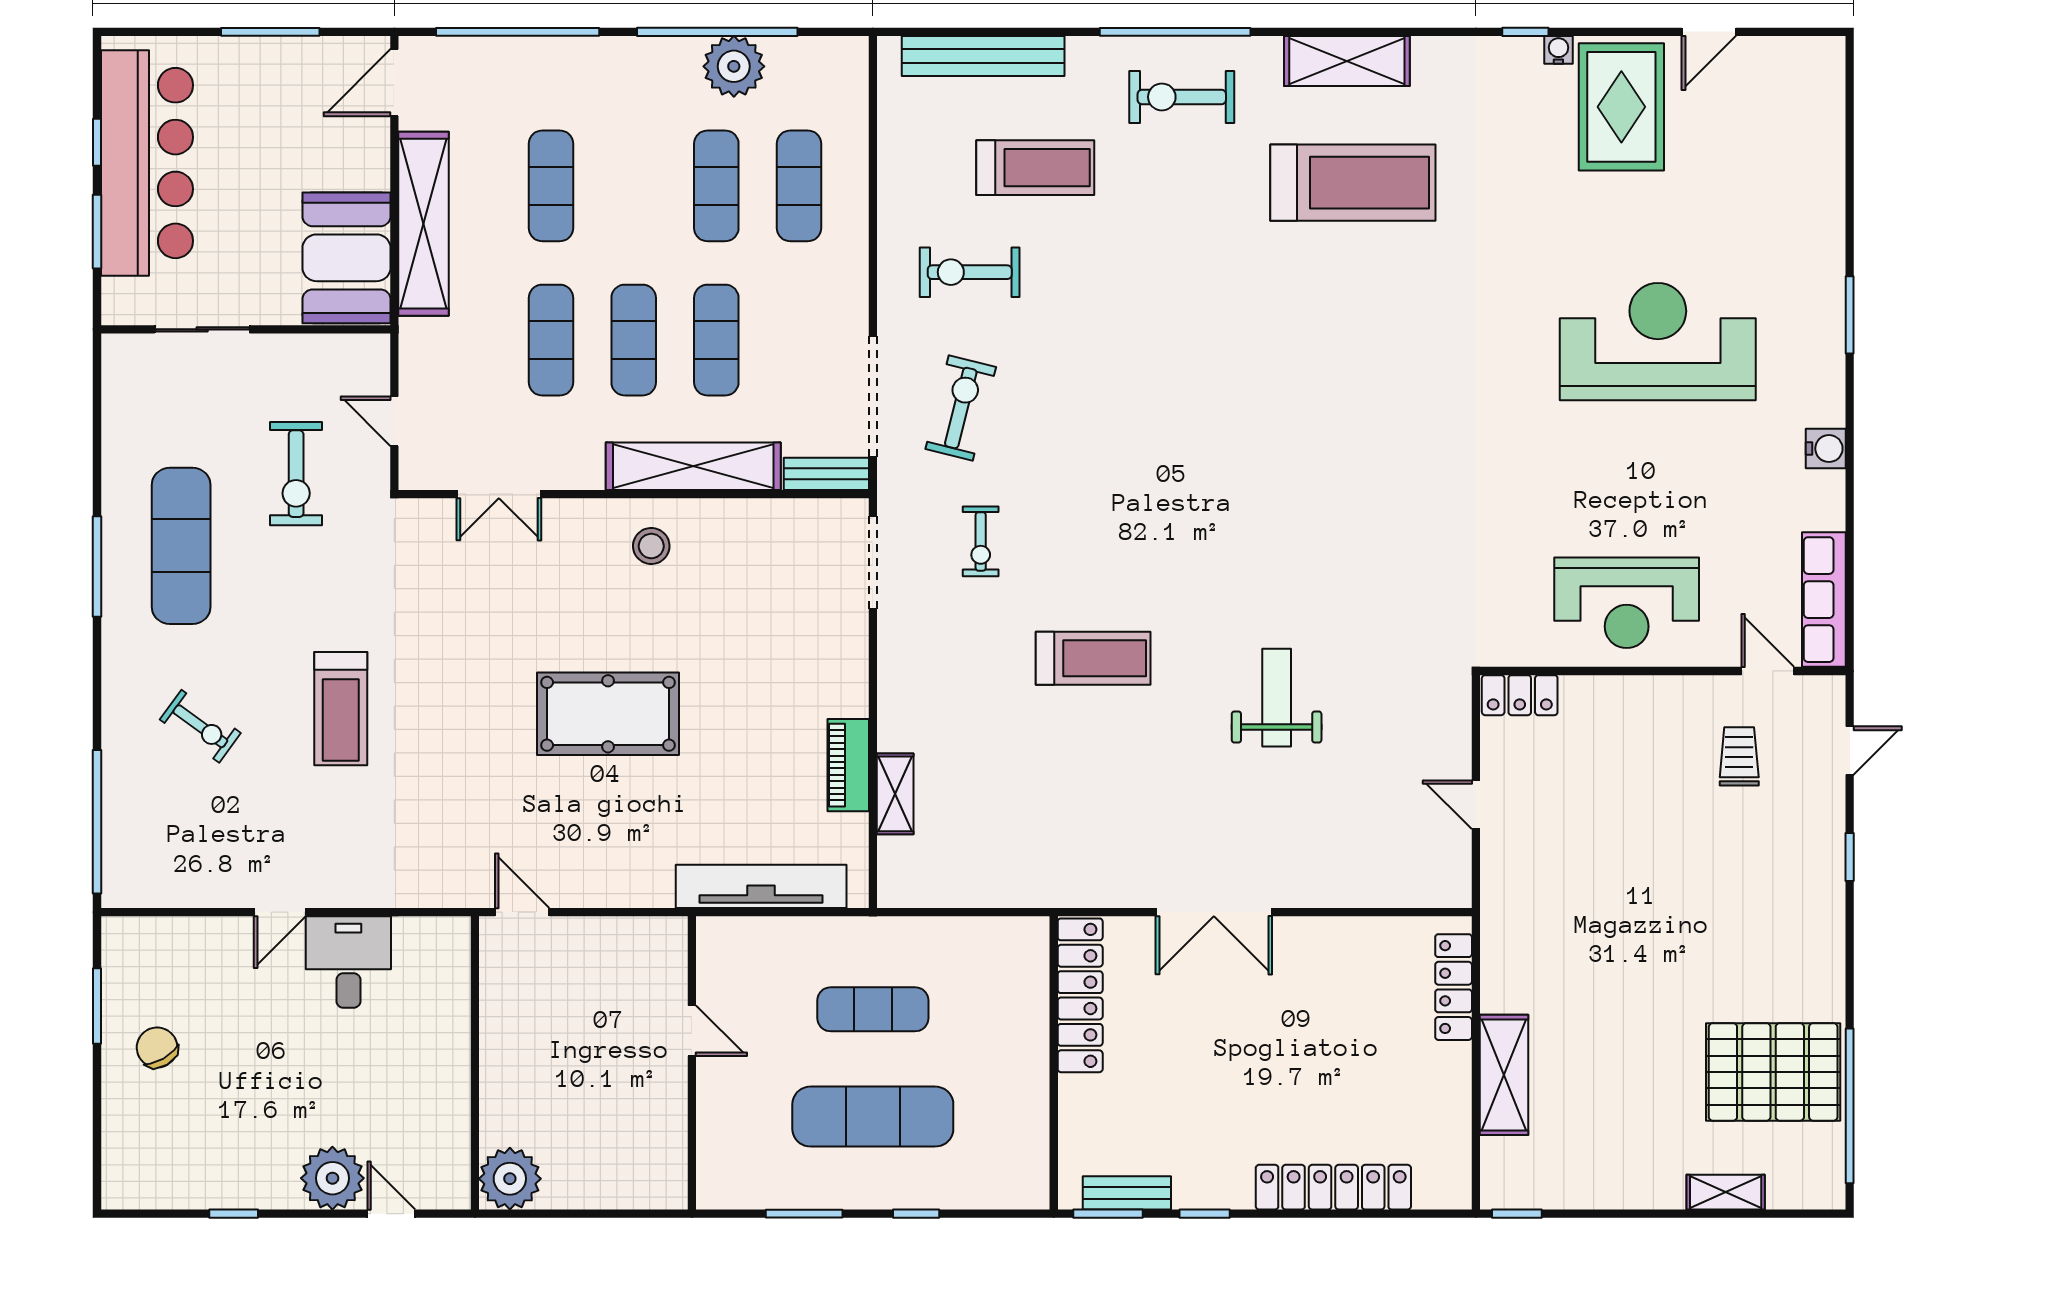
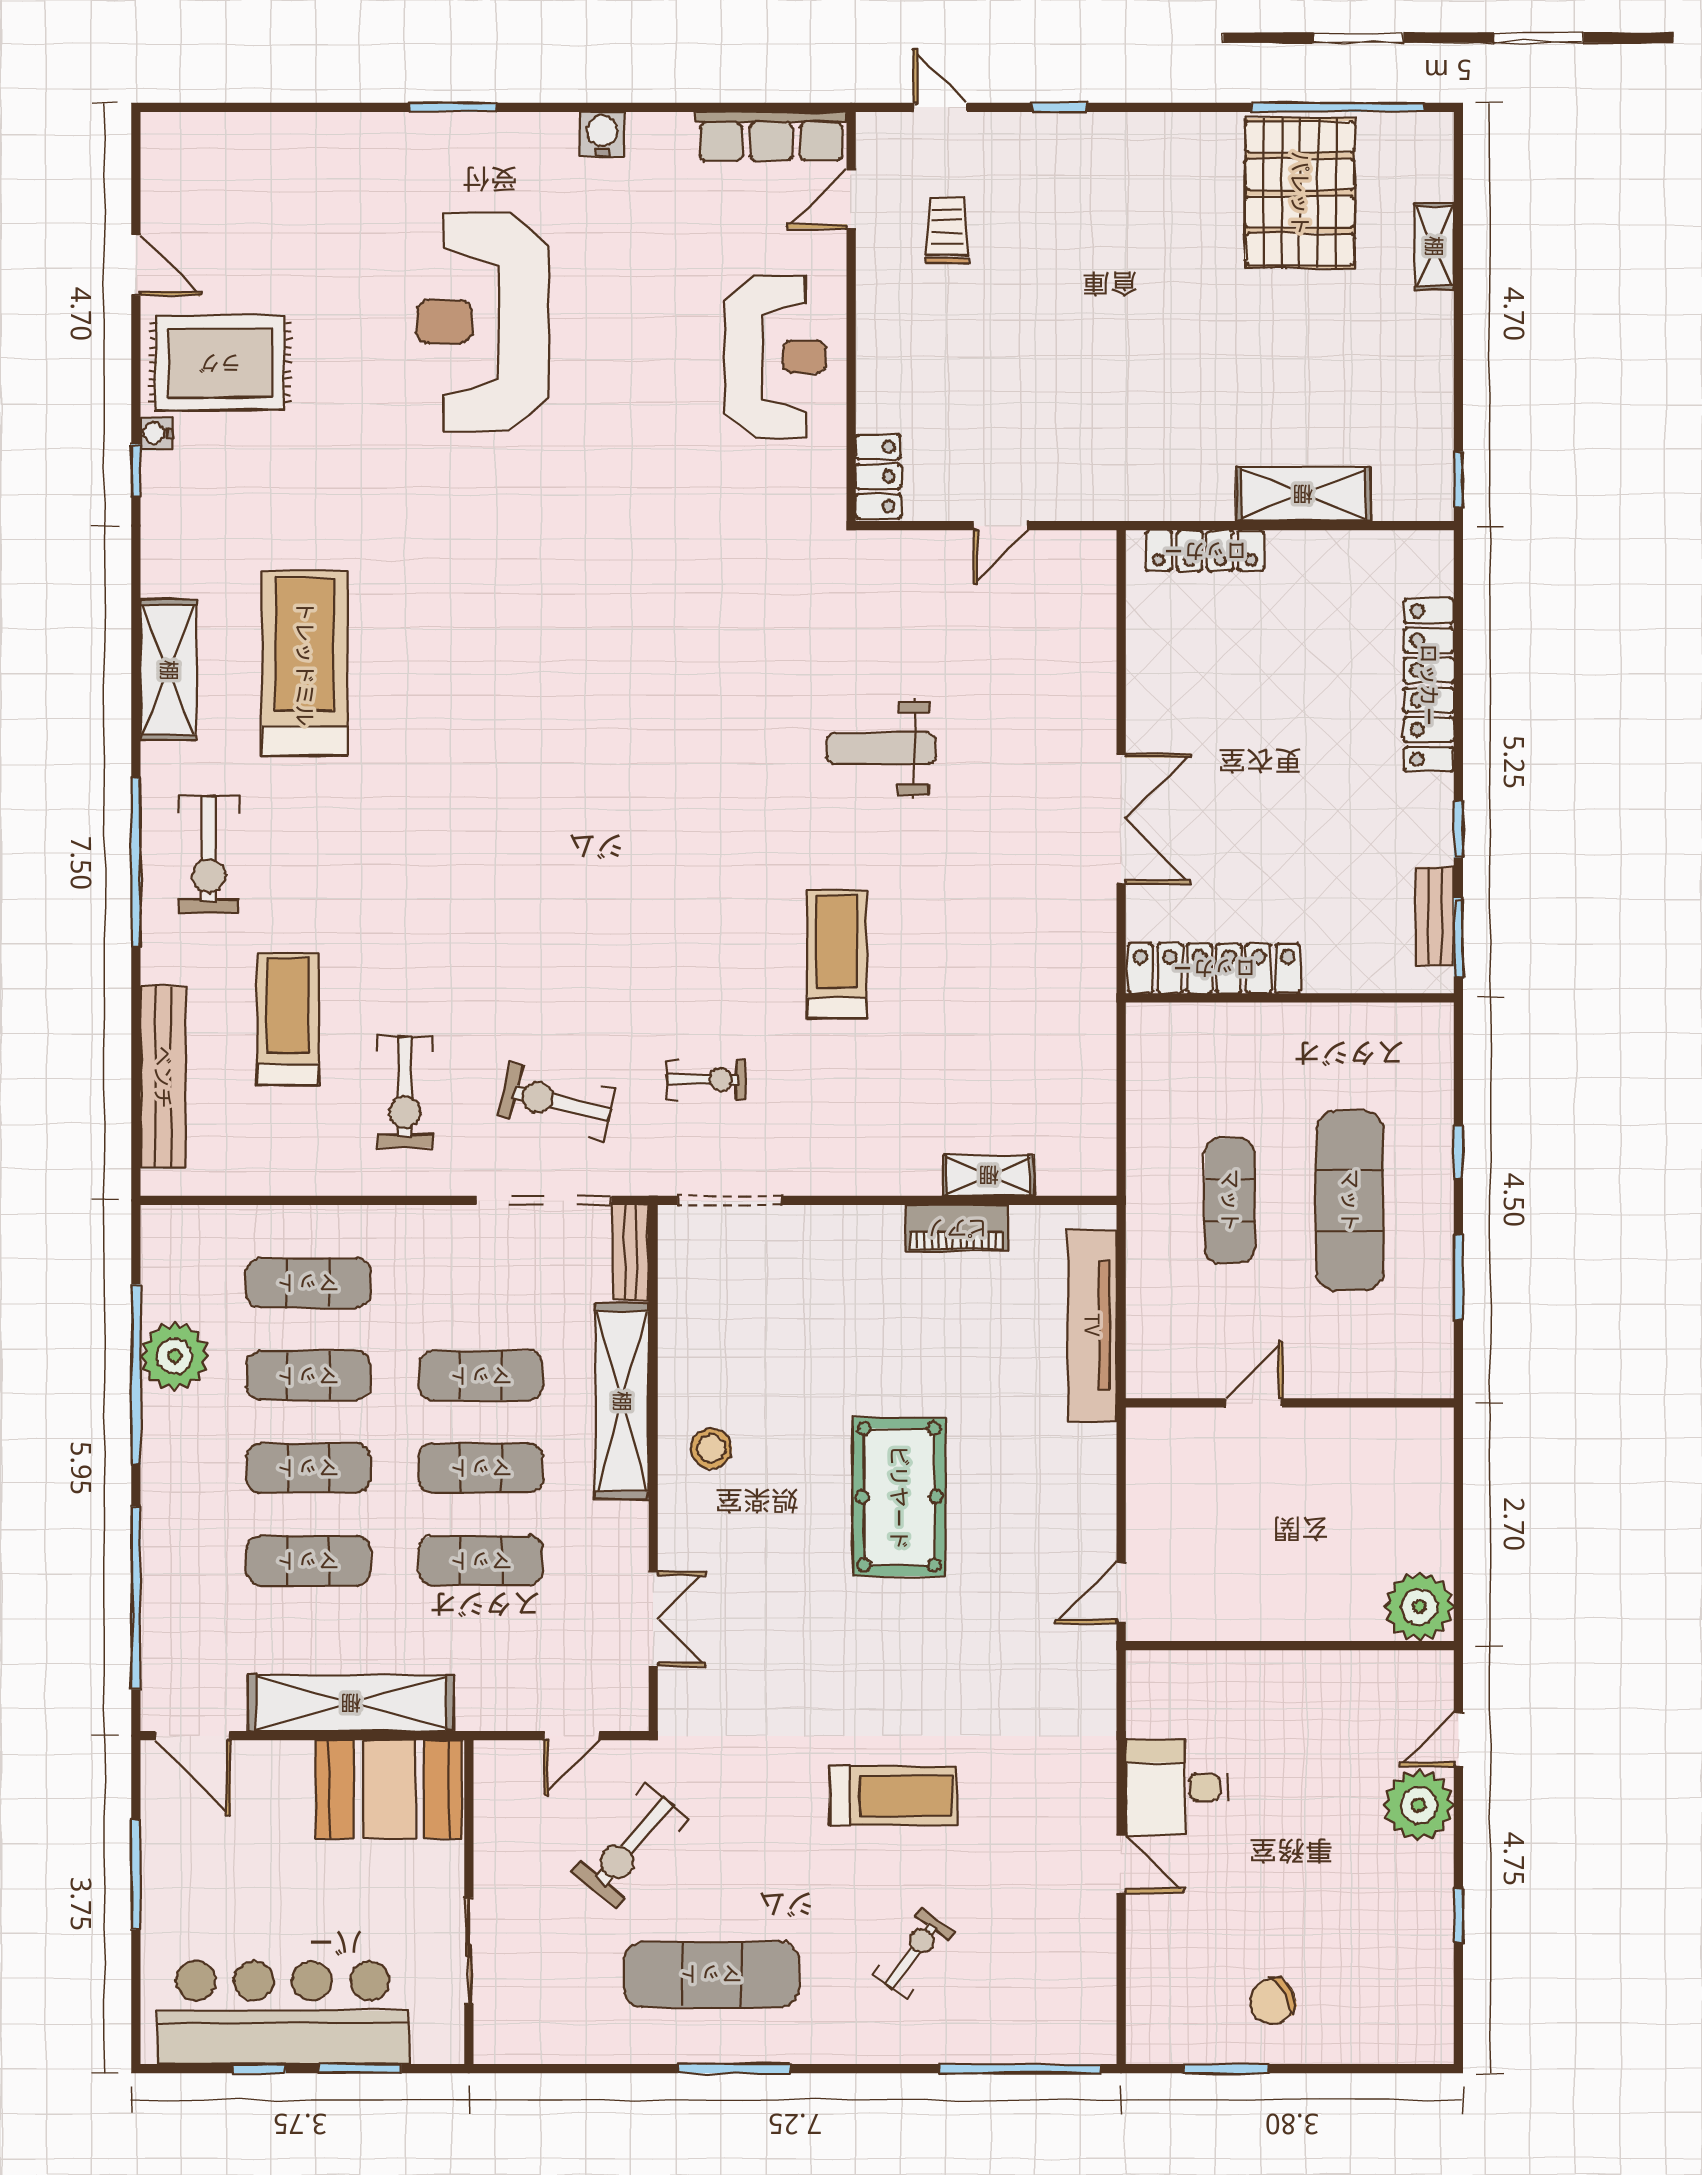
exercise mat: (634, 186) -> (308, 1468), added
exercise bike: (296, 474) -> (630, 1846), turned 130
trolley: (1739, 756) -> (947, 231), turned 90

